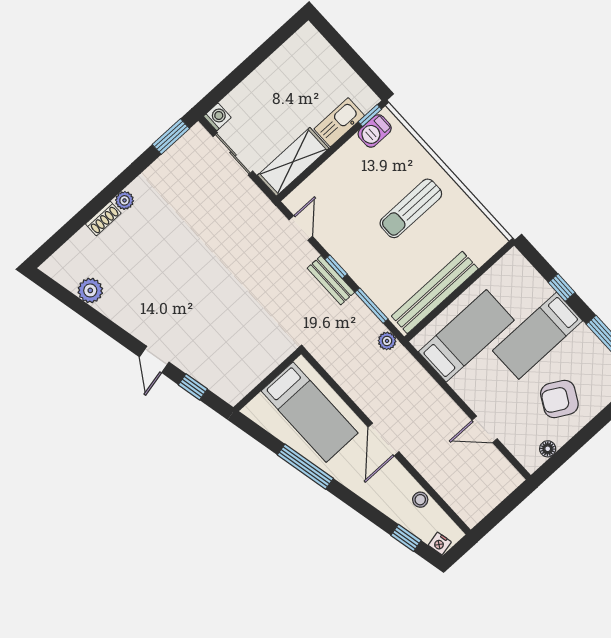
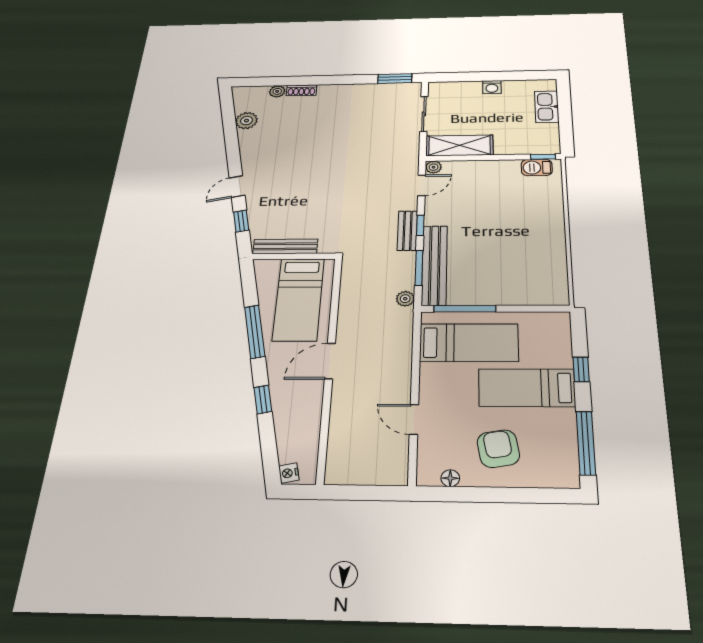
washing machine: (217, 117) -> (492, 87), moved, turned 90
kitchen sink: (339, 122) -> (547, 107), moved, turned -90
plant: (125, 200) -> (277, 91), moved
plant: (293, 202) -> (434, 167), added
sun lounger: (411, 208) -> (514, 230), removed
bench: (435, 292) -> (434, 265), moved, turned 90
window: (438, 311) -> (465, 309), added
bench: (252, 378) -> (285, 246), added
armchair: (559, 399) -> (498, 449), turned 51
stool: (420, 500) -> (310, 427), removed
window: (406, 538) -> (263, 399), moved

